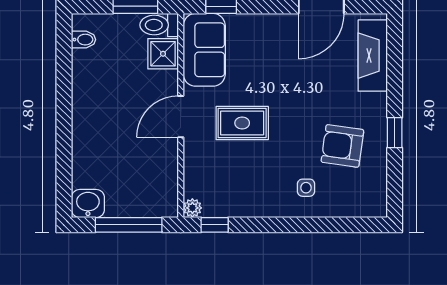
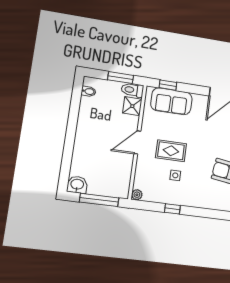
sofa: (204, 50) -> (171, 101), moved, turned 90
side table: (306, 188) -> (175, 175), moved
window: (215, 225) -> (172, 209), moved

